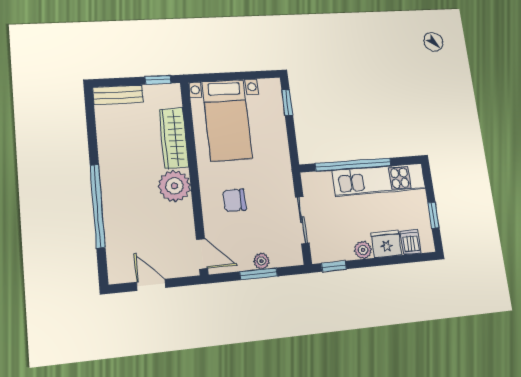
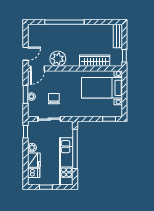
plant: (174, 186) -> (58, 59), moved
chair: (234, 200) -> (54, 99), moved
door: (151, 285) -> (25, 54), moved

